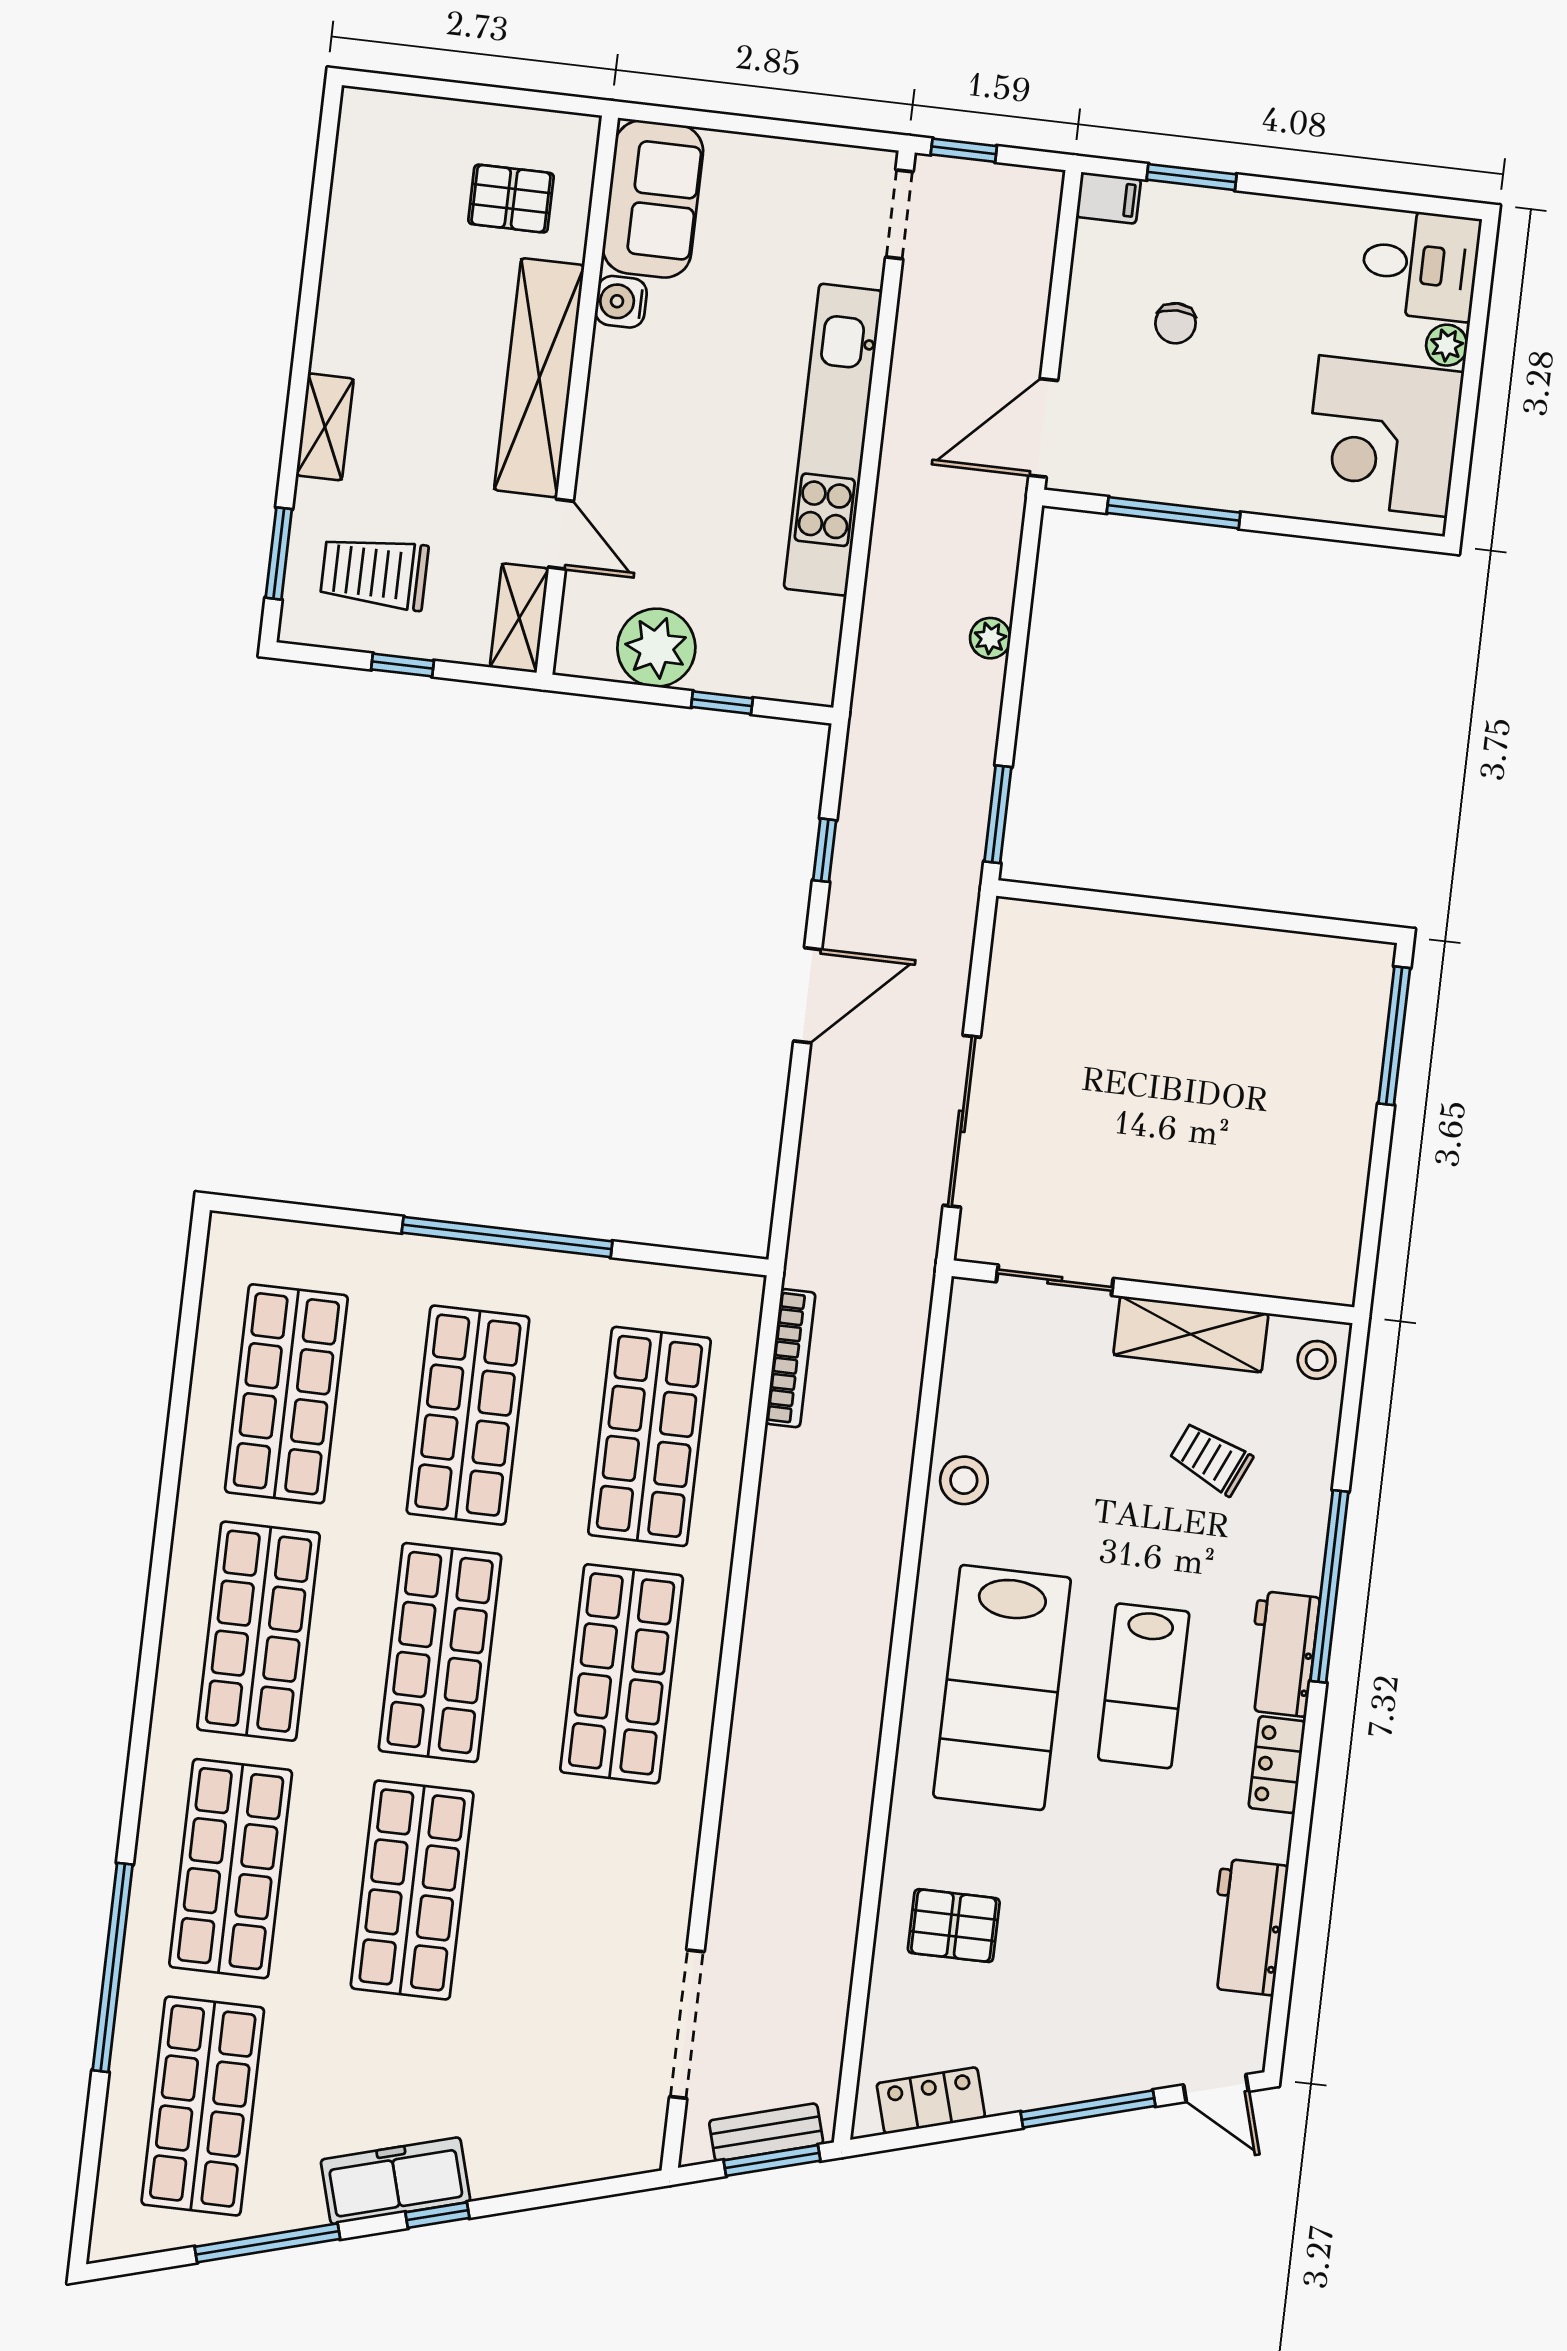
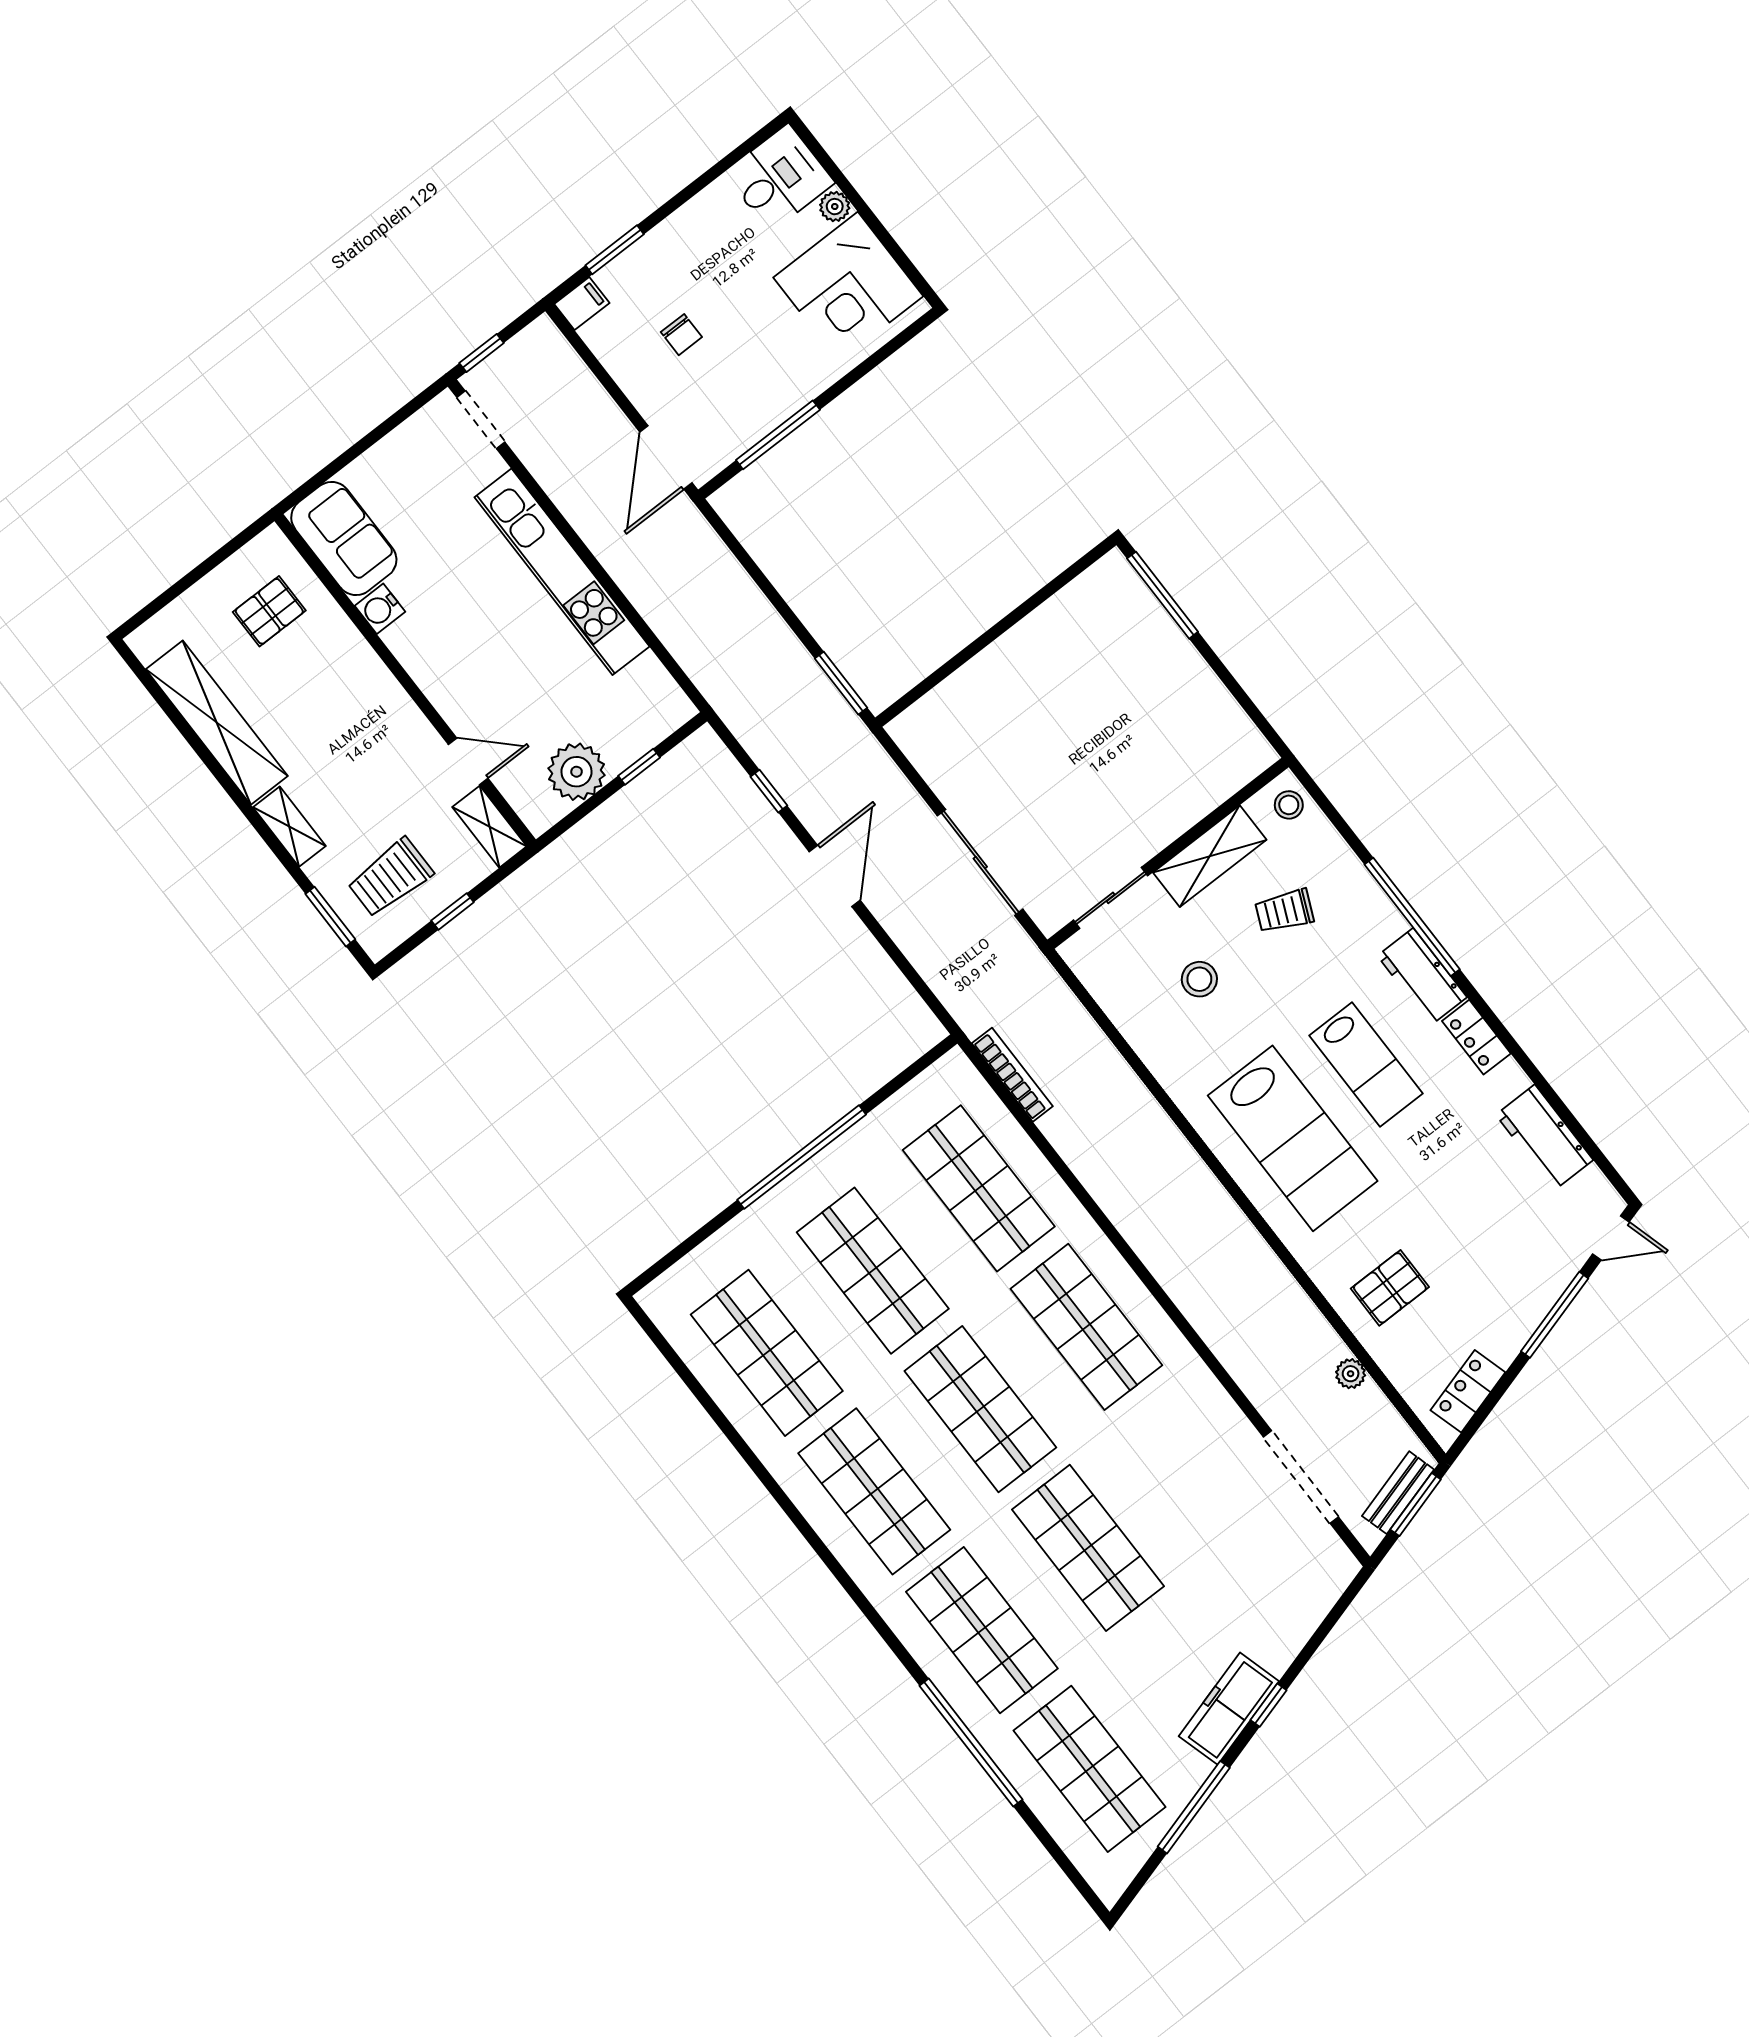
shelving: (539, 378) -> (217, 723), moved
plant: (990, 638) -> (1351, 1374), moved
stool: (964, 1480) -> (1199, 979), moved

